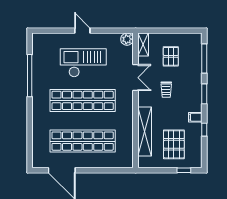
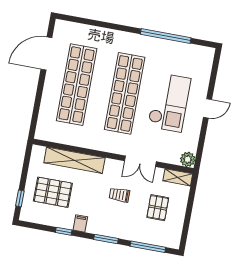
pallet: (171, 56) -> (158, 208), turned 90

